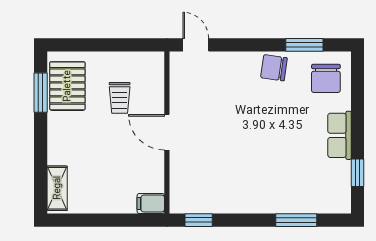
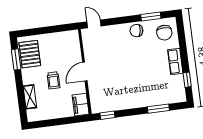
trolley: (120, 98) -> (53, 80), moved
door: (167, 132) -> (85, 72), hinge flipped
shelving: (57, 188) -> (30, 97), moved
filing cabinet: (151, 204) -> (81, 105), width x2.00

